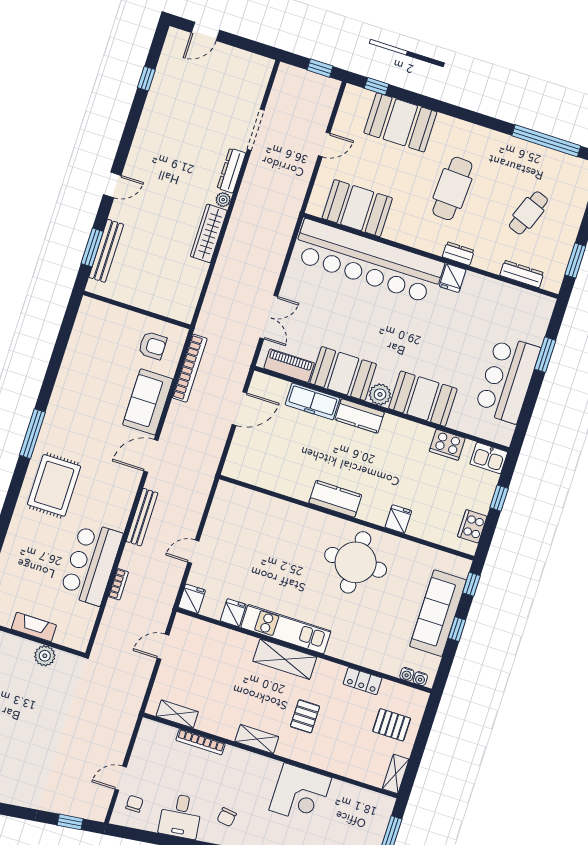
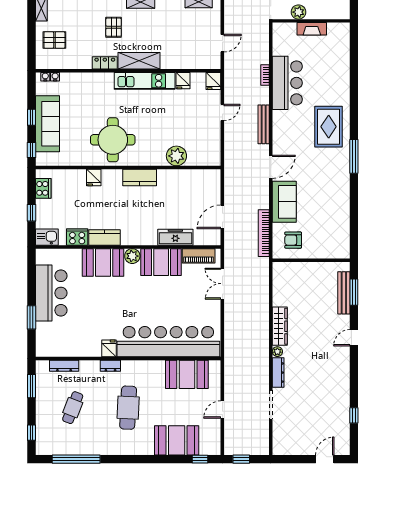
kitchen counter: (360, 416) -> (104, 237), moved
plant: (275, 512) -> (176, 156), added
locker: (363, 681) -> (105, 63), moved

